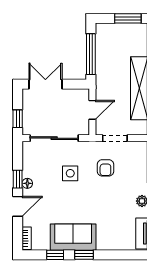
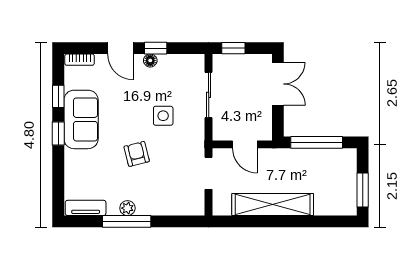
sliding door: (54, 138) -> (209, 95), width x0.73
armchair: (105, 168) -> (137, 154), moved, turned 76

